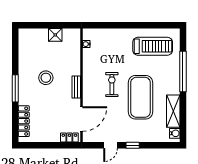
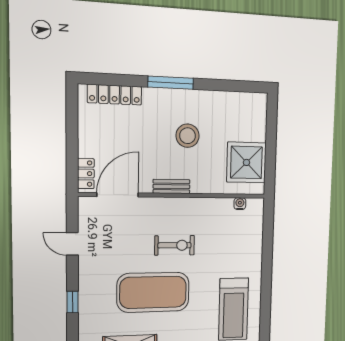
shower: (55, 35) -> (246, 162), width x1.86, depth x1.86
door: (82, 119) -> (118, 195), swing flipped
window: (133, 145) -> (73, 302), moved

